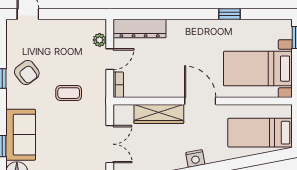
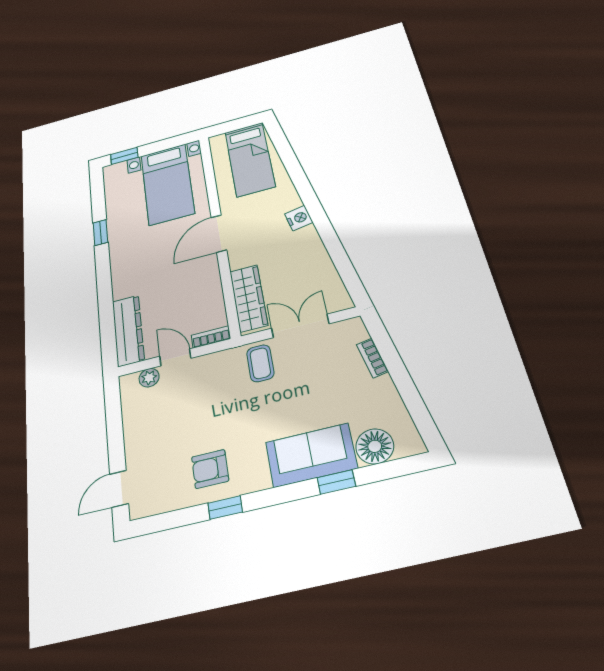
armchair: (27, 73) -> (210, 469), turned -143
coffee table: (69, 93) -> (260, 363), moved
wardrobe: (159, 114) -> (249, 298), moved

